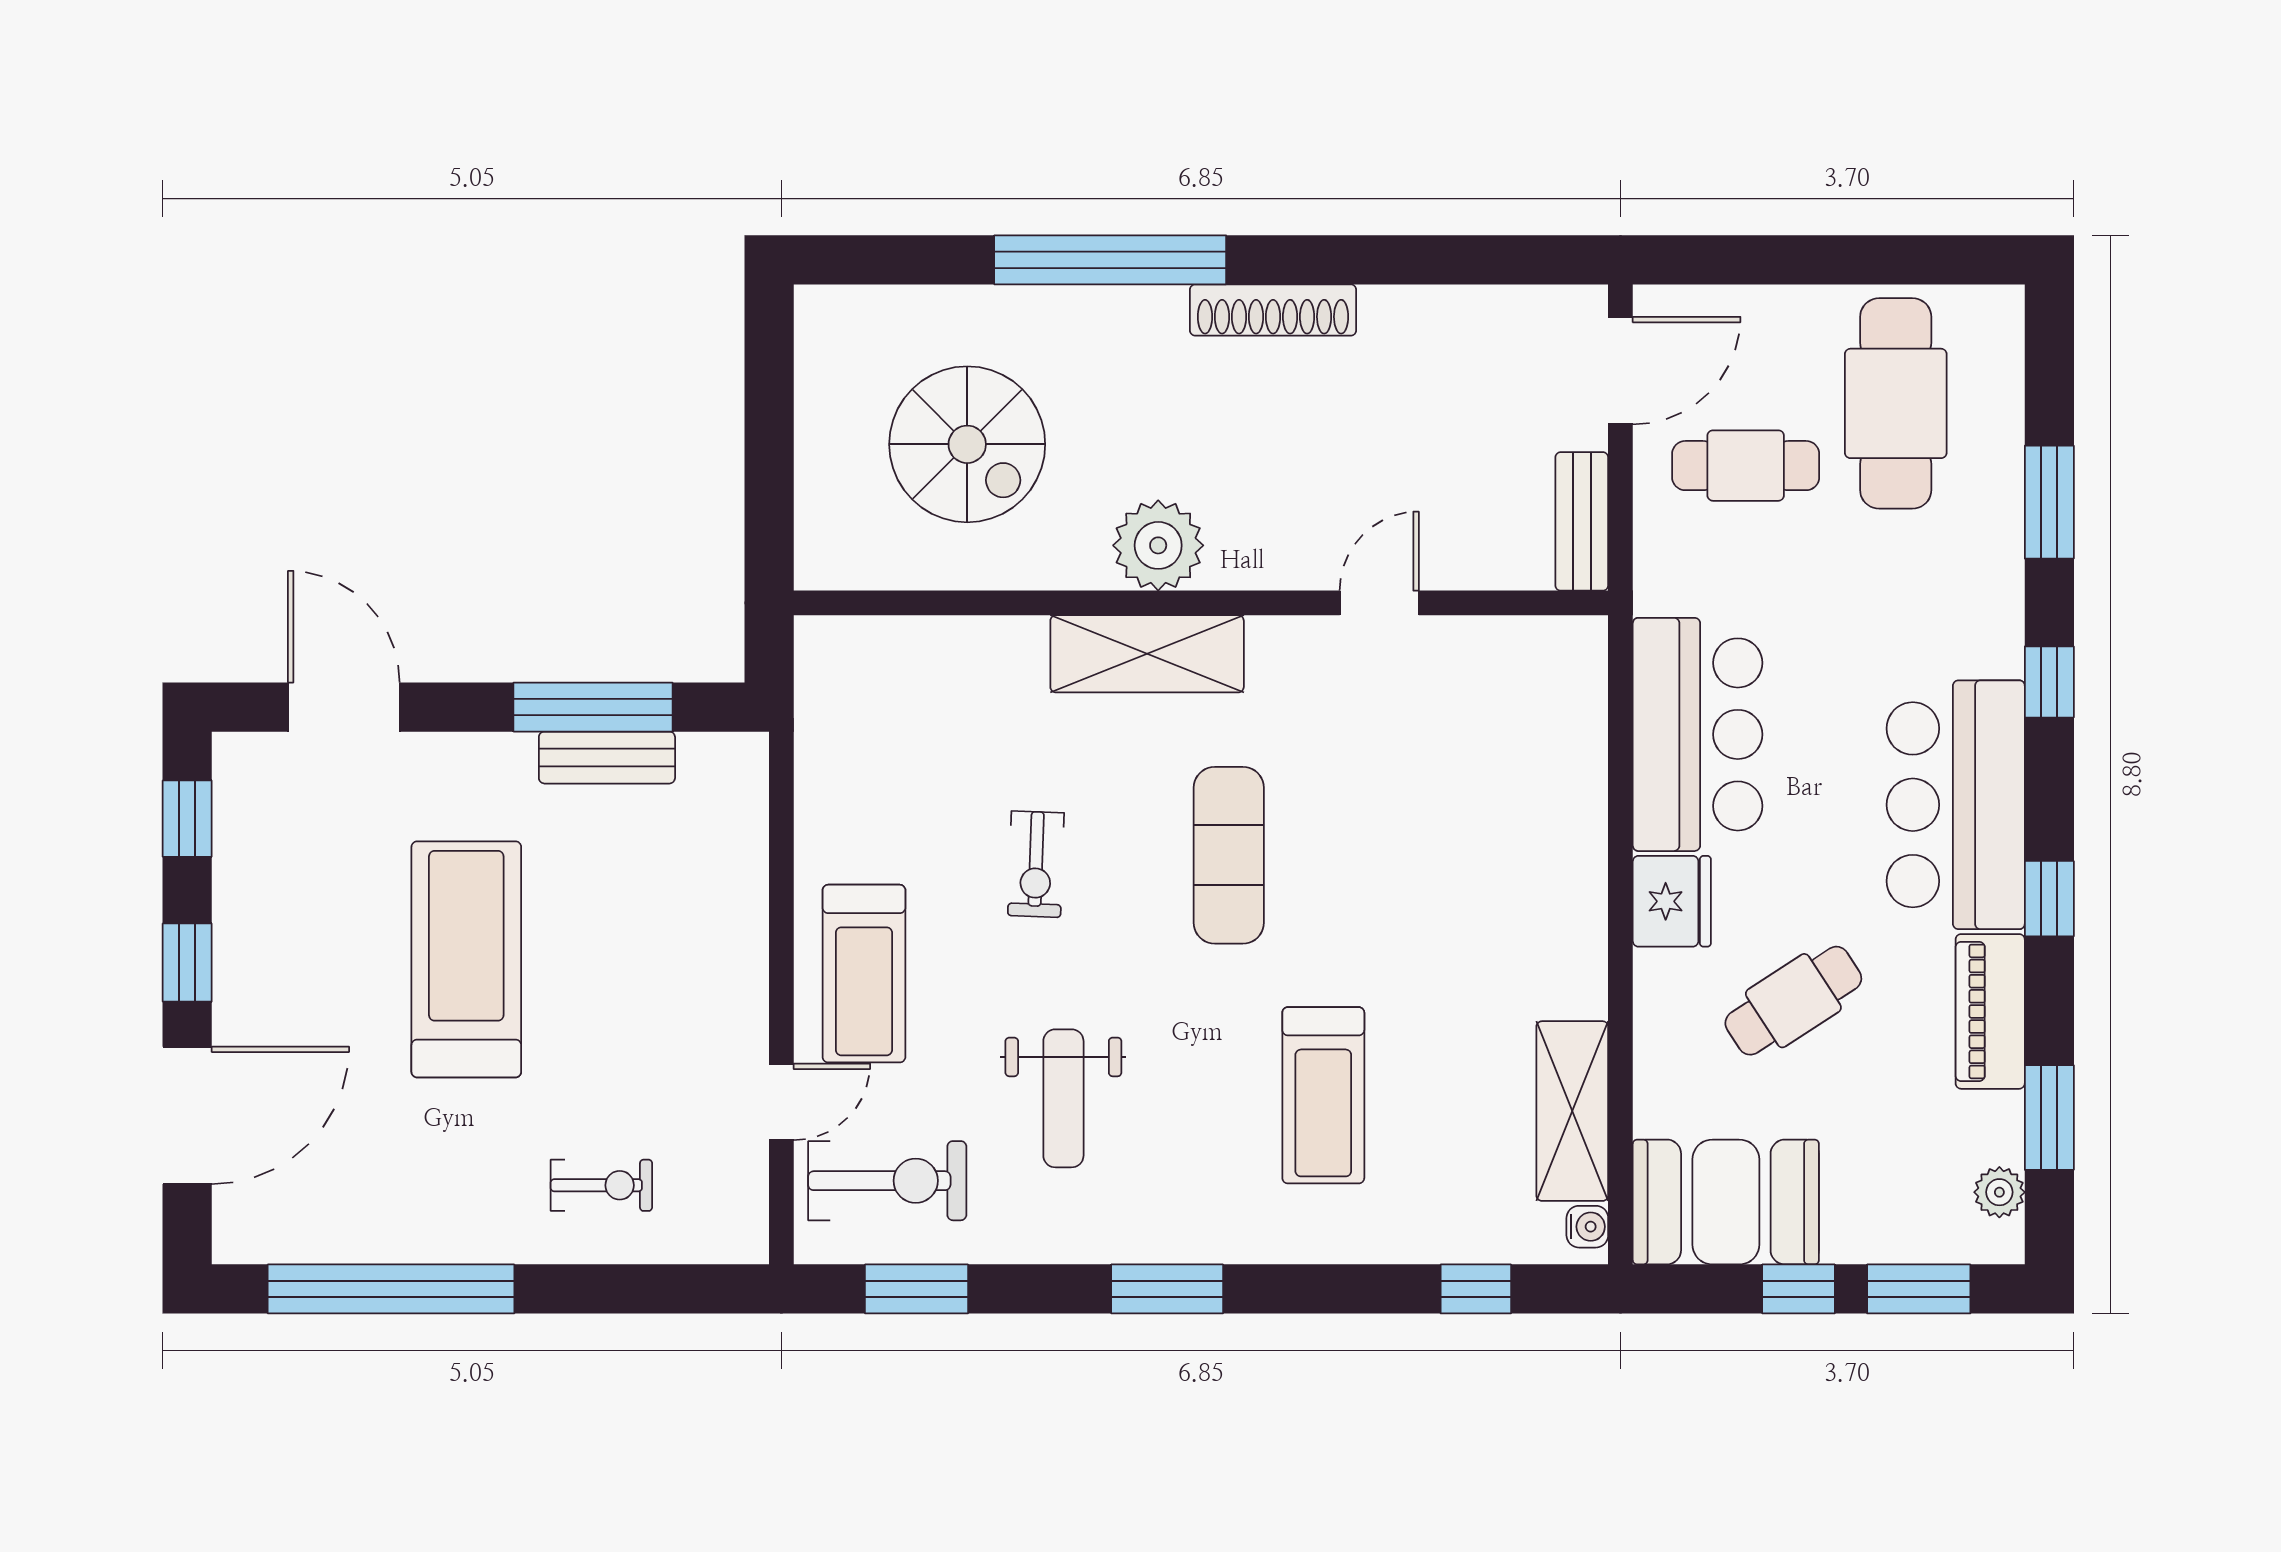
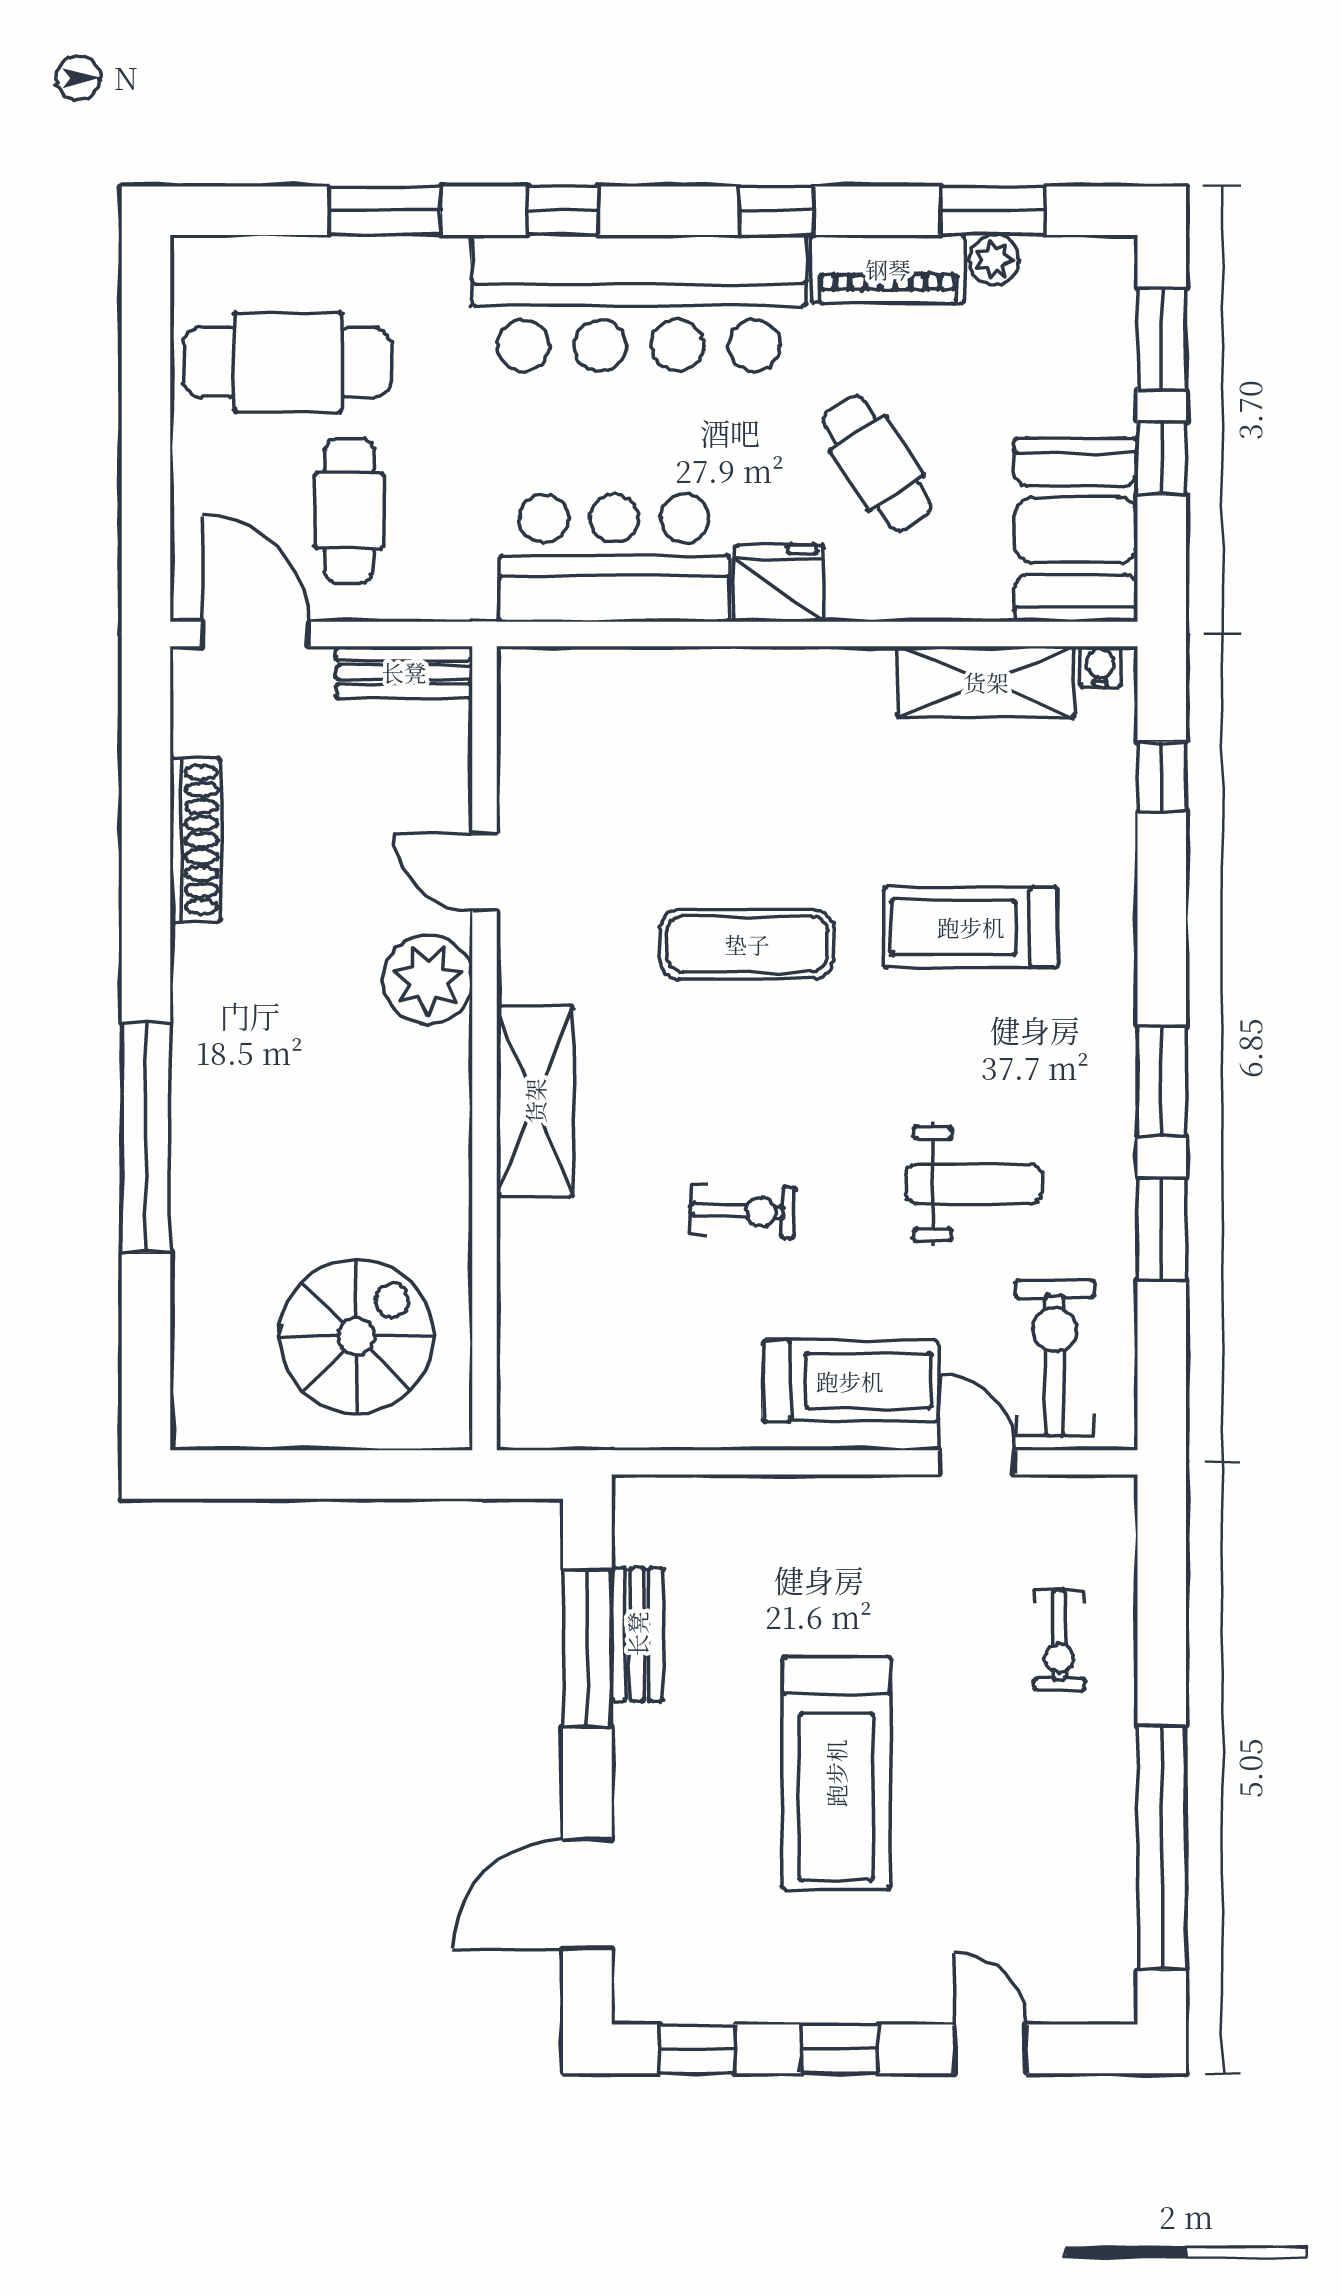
shoe rack: (1273, 310) -> (195, 840), moved
spiral stairs: (967, 444) -> (356, 1336), moved
plant: (1158, 545) -> (428, 980), moved
bar counter: (1956, 805) -> (639, 303), width x1.36
exercise mat: (1229, 855) -> (747, 944), moved
treadmill: (466, 959) -> (836, 1773), turned -90
treadmill: (1323, 1095) -> (971, 927), turned 180
door: (187, 1115) -> (990, 2049), width x0.53
exercise bike: (601, 1185) -> (1059, 1640), turned 180
plant: (1999, 1192) -> (994, 260), moved
window: (917, 1289) -> (1162, 1229), moved

